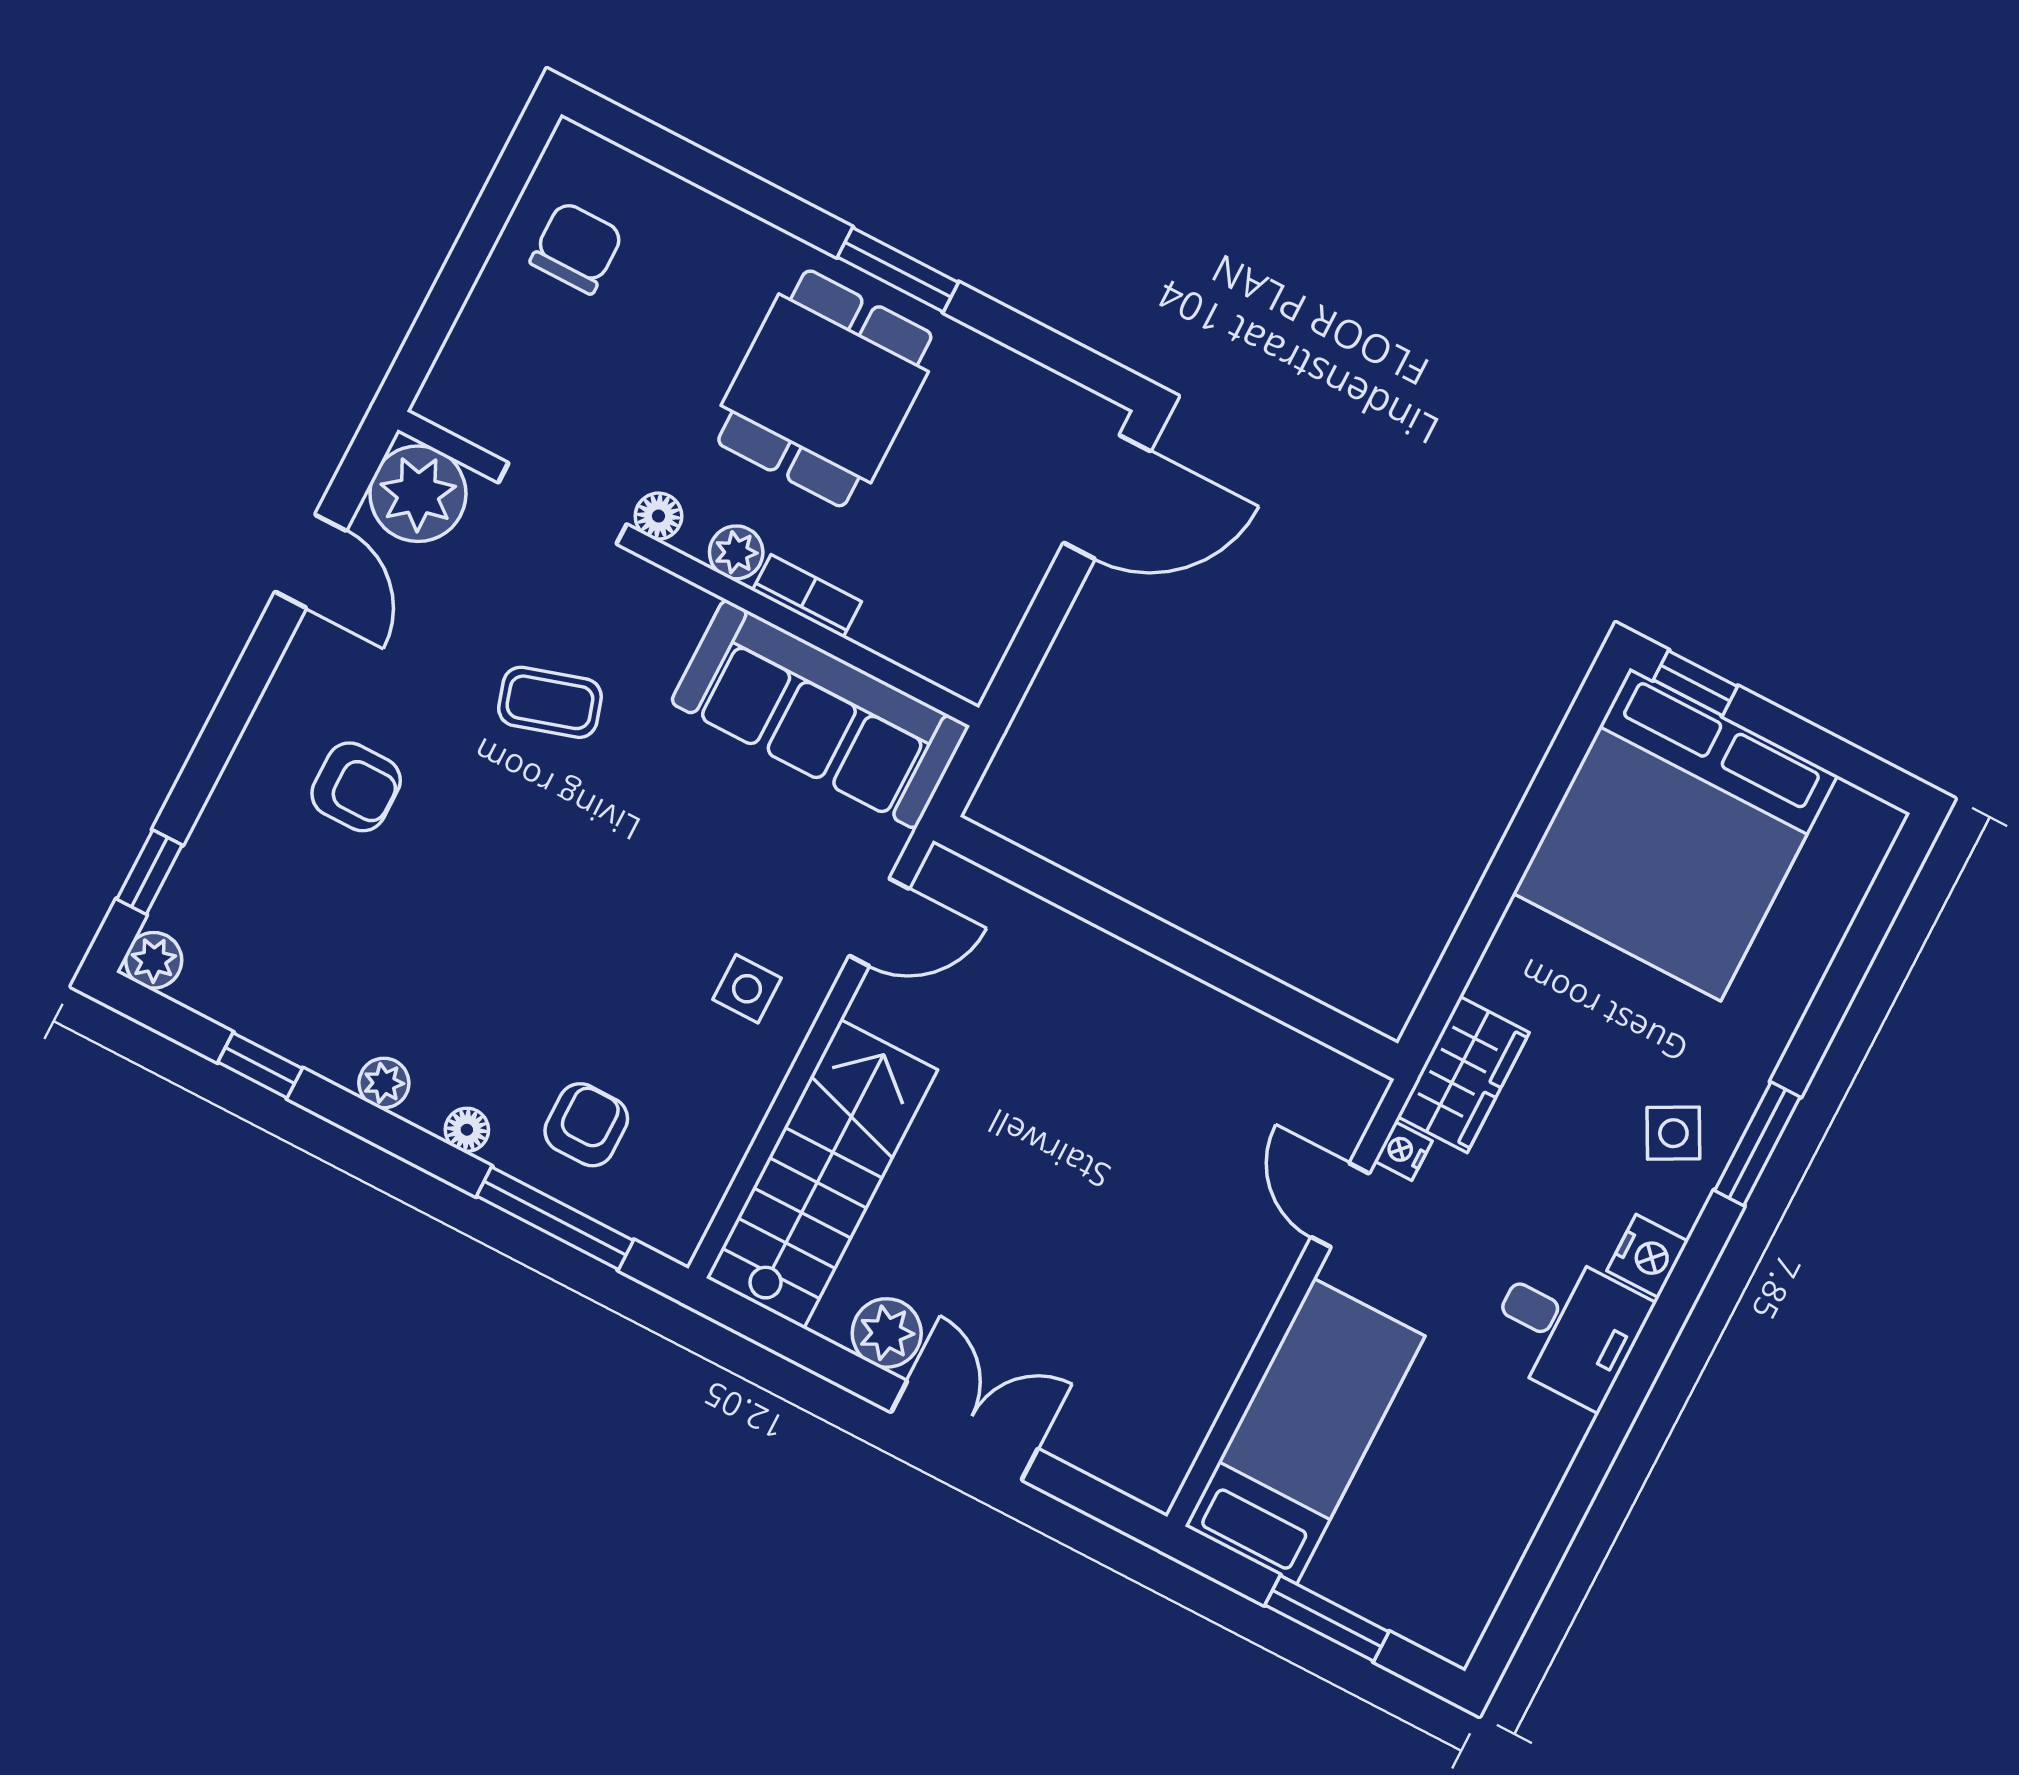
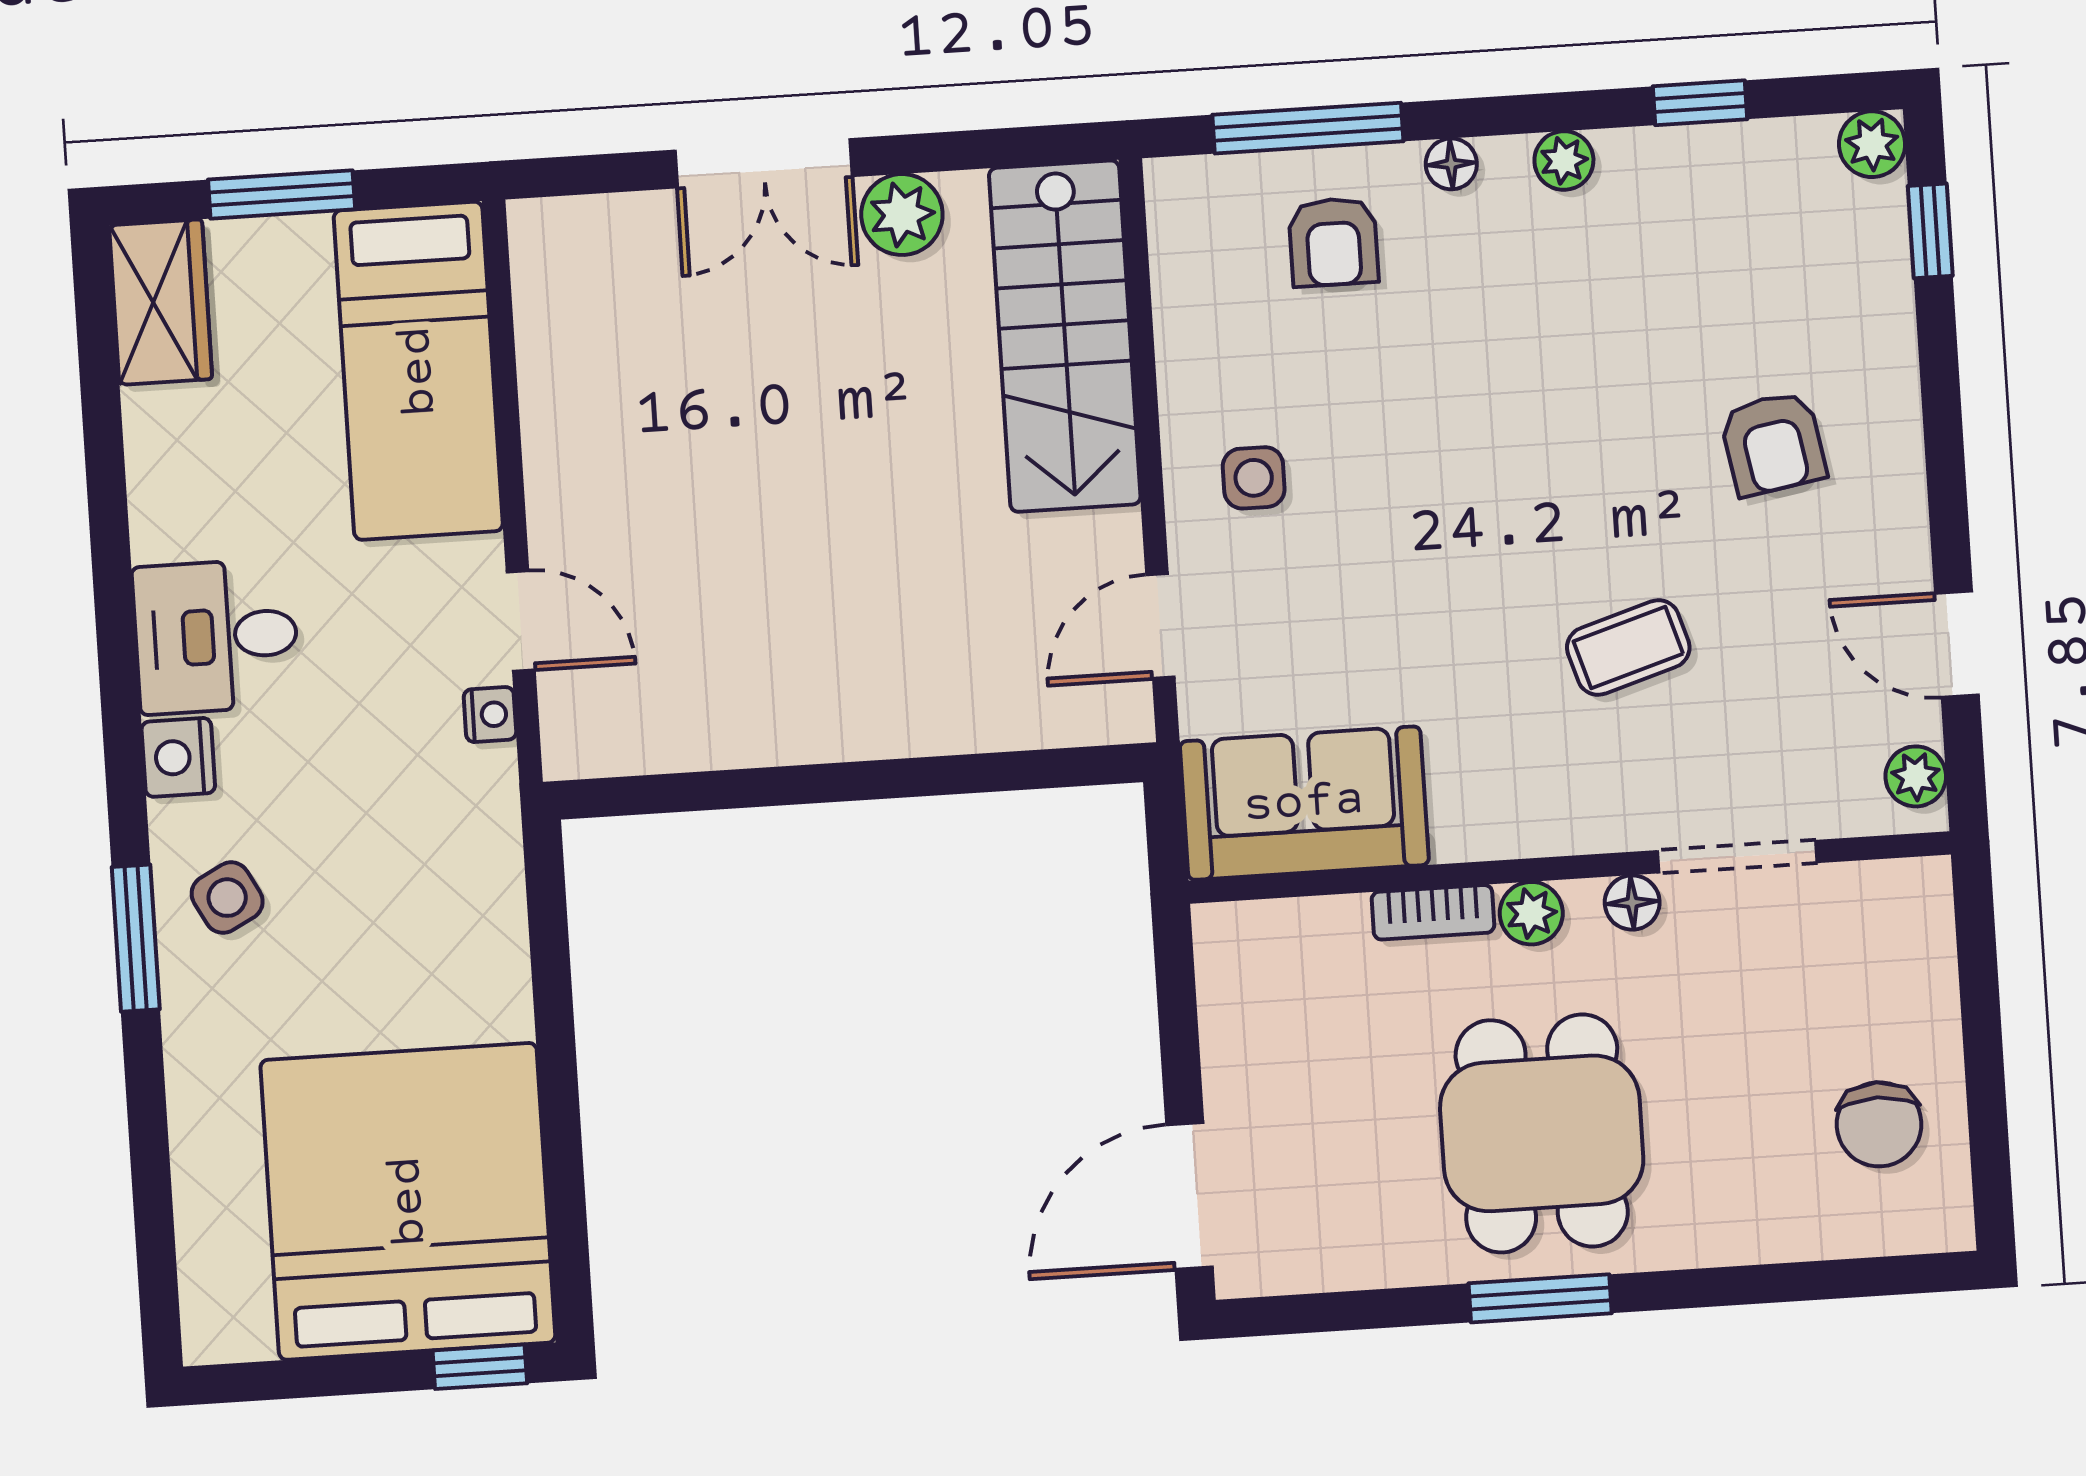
plant: (418, 494) -> (1916, 776), width x0.53, depth x0.53
sofa: (820, 714) -> (1304, 803), width x0.73
armchair: (356, 787) -> (1773, 443), turned -100
wardrobe: (1463, 1075) -> (161, 302), moved, turned 180

